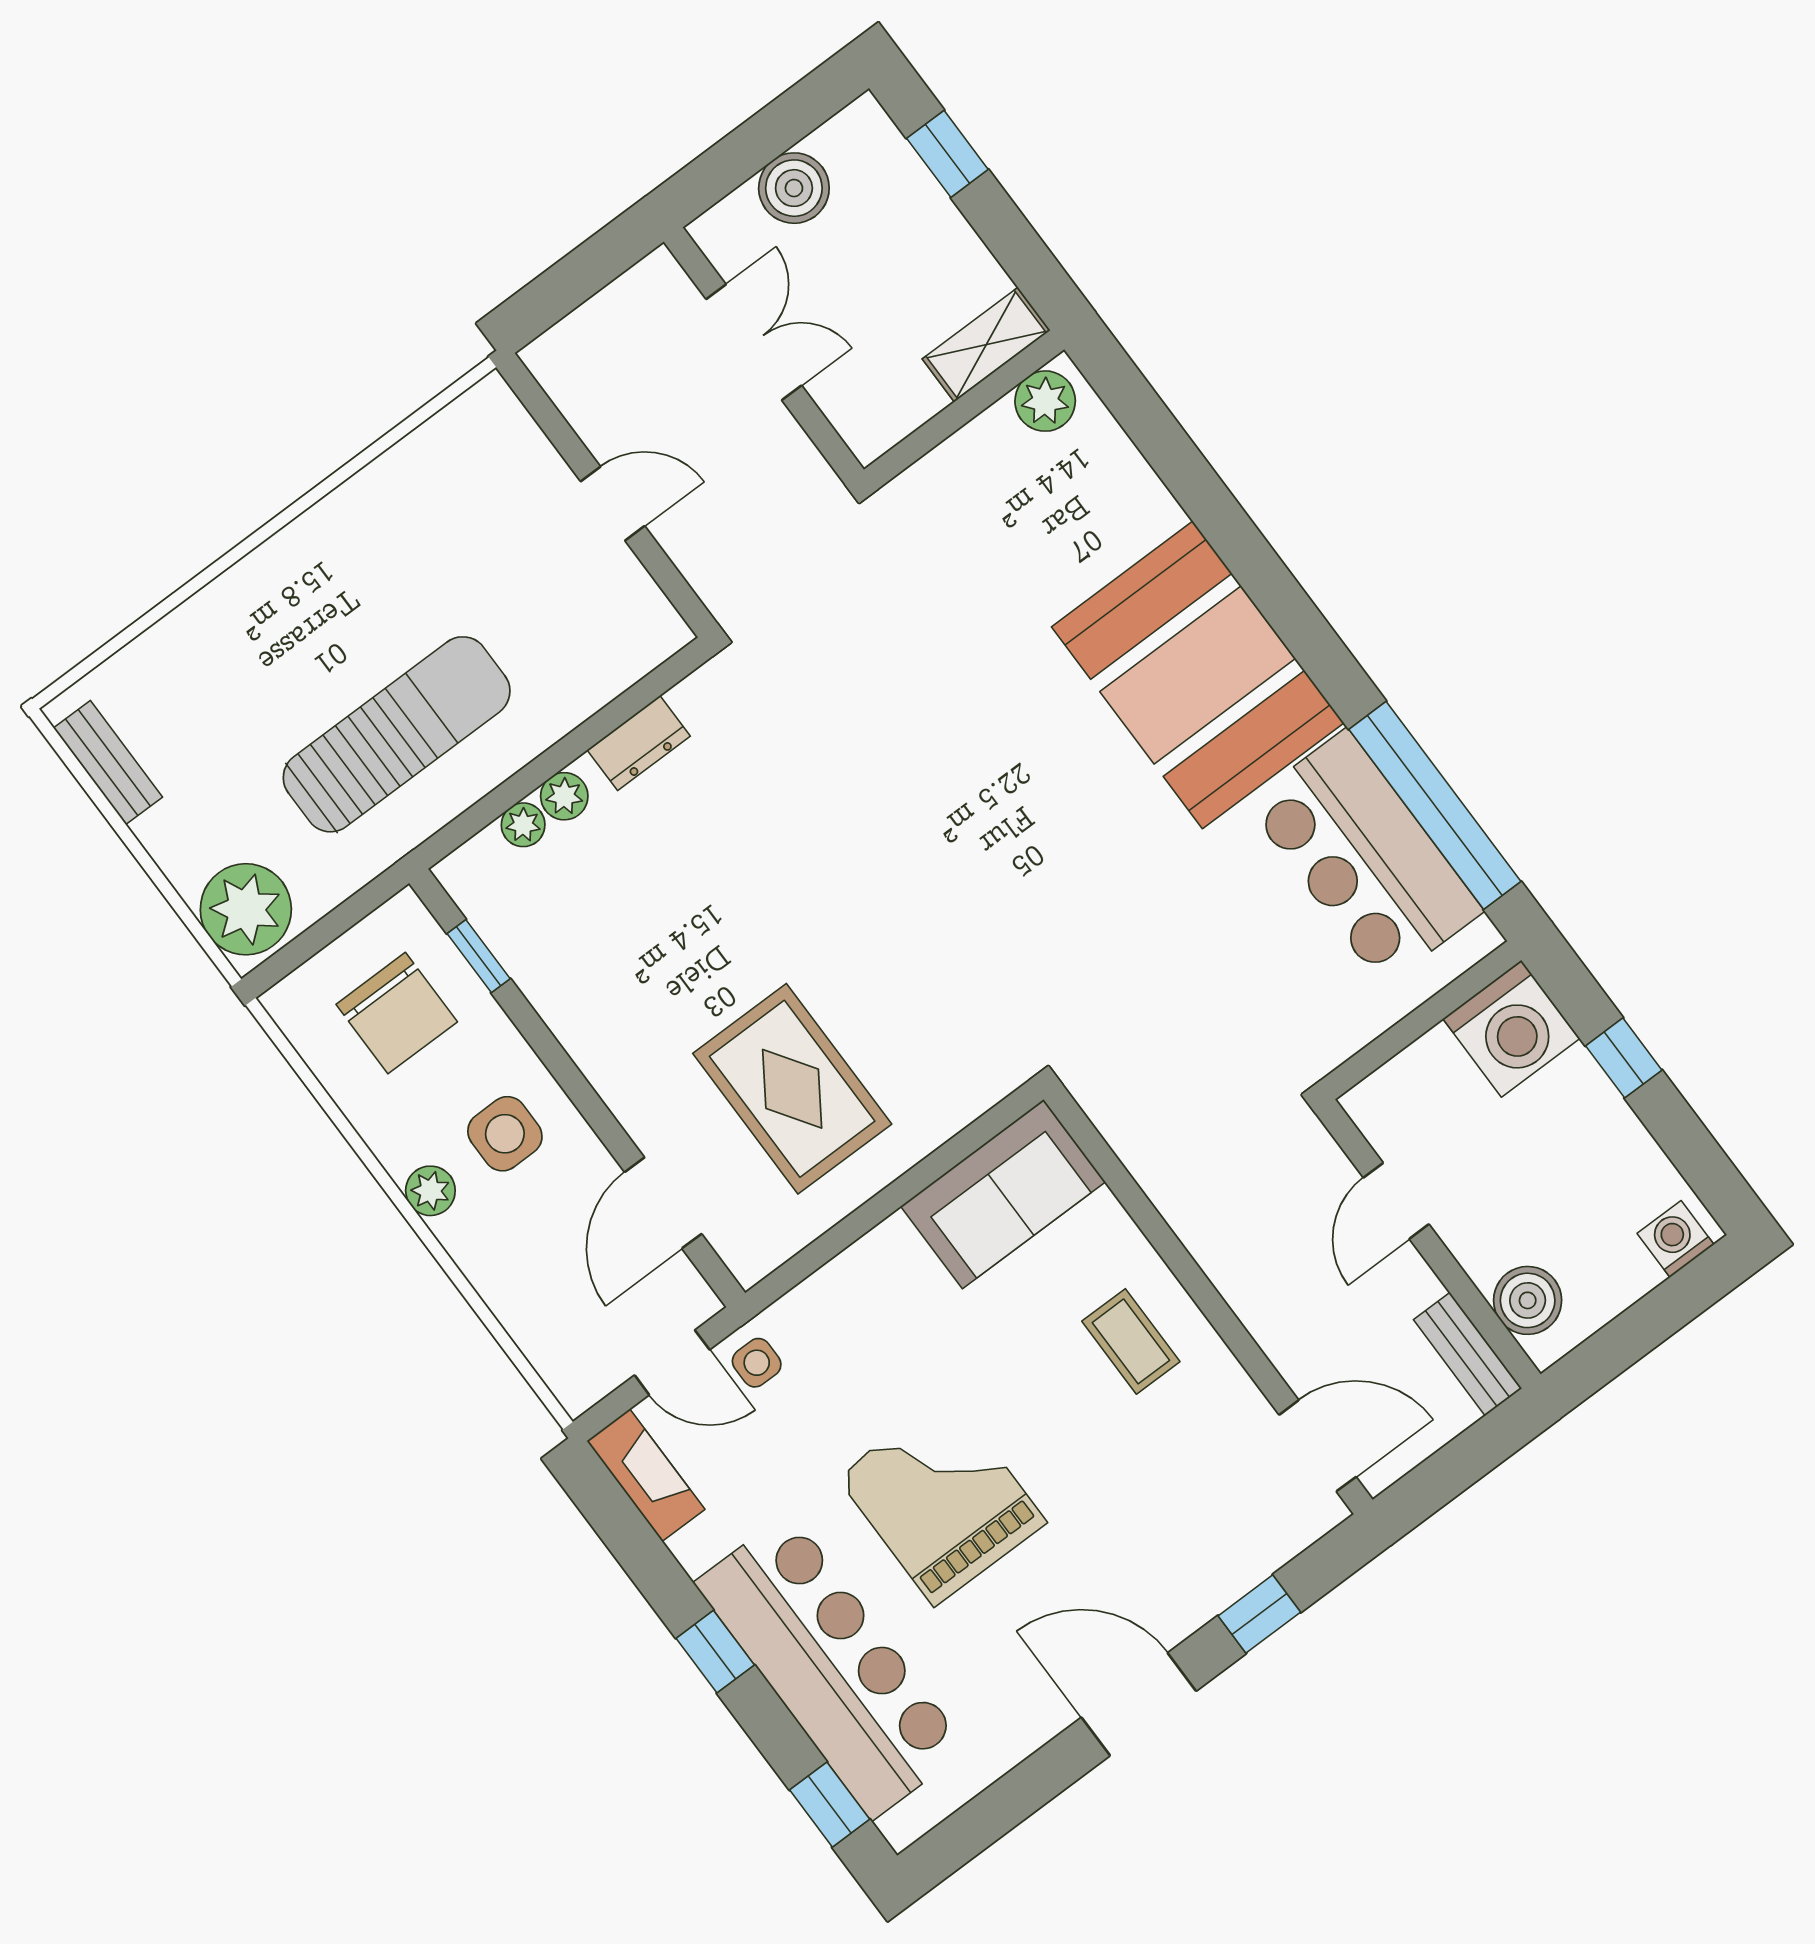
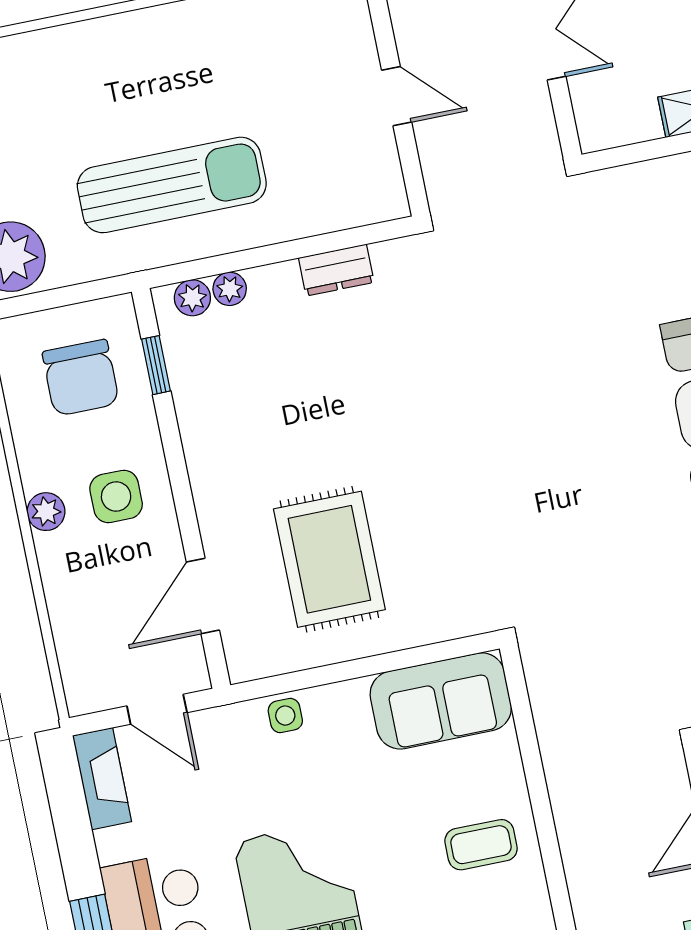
plant: (564, 796) -> (192, 298), moved
coffee table: (1131, 1341) -> (481, 845), turned 90
side table: (757, 1363) -> (285, 716), moved

